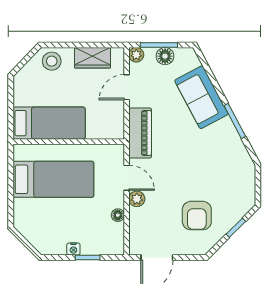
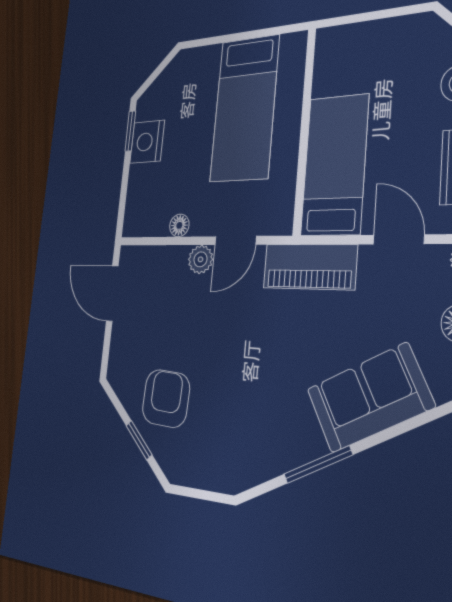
bed: (49, 123) -> (335, 165), moved, turned 180
armchair: (197, 216) -> (166, 398), moved, turned 93
nightstand: (73, 249) -> (147, 142), width x1.89, depth x1.79
window: (88, 258) -> (130, 131), moved

